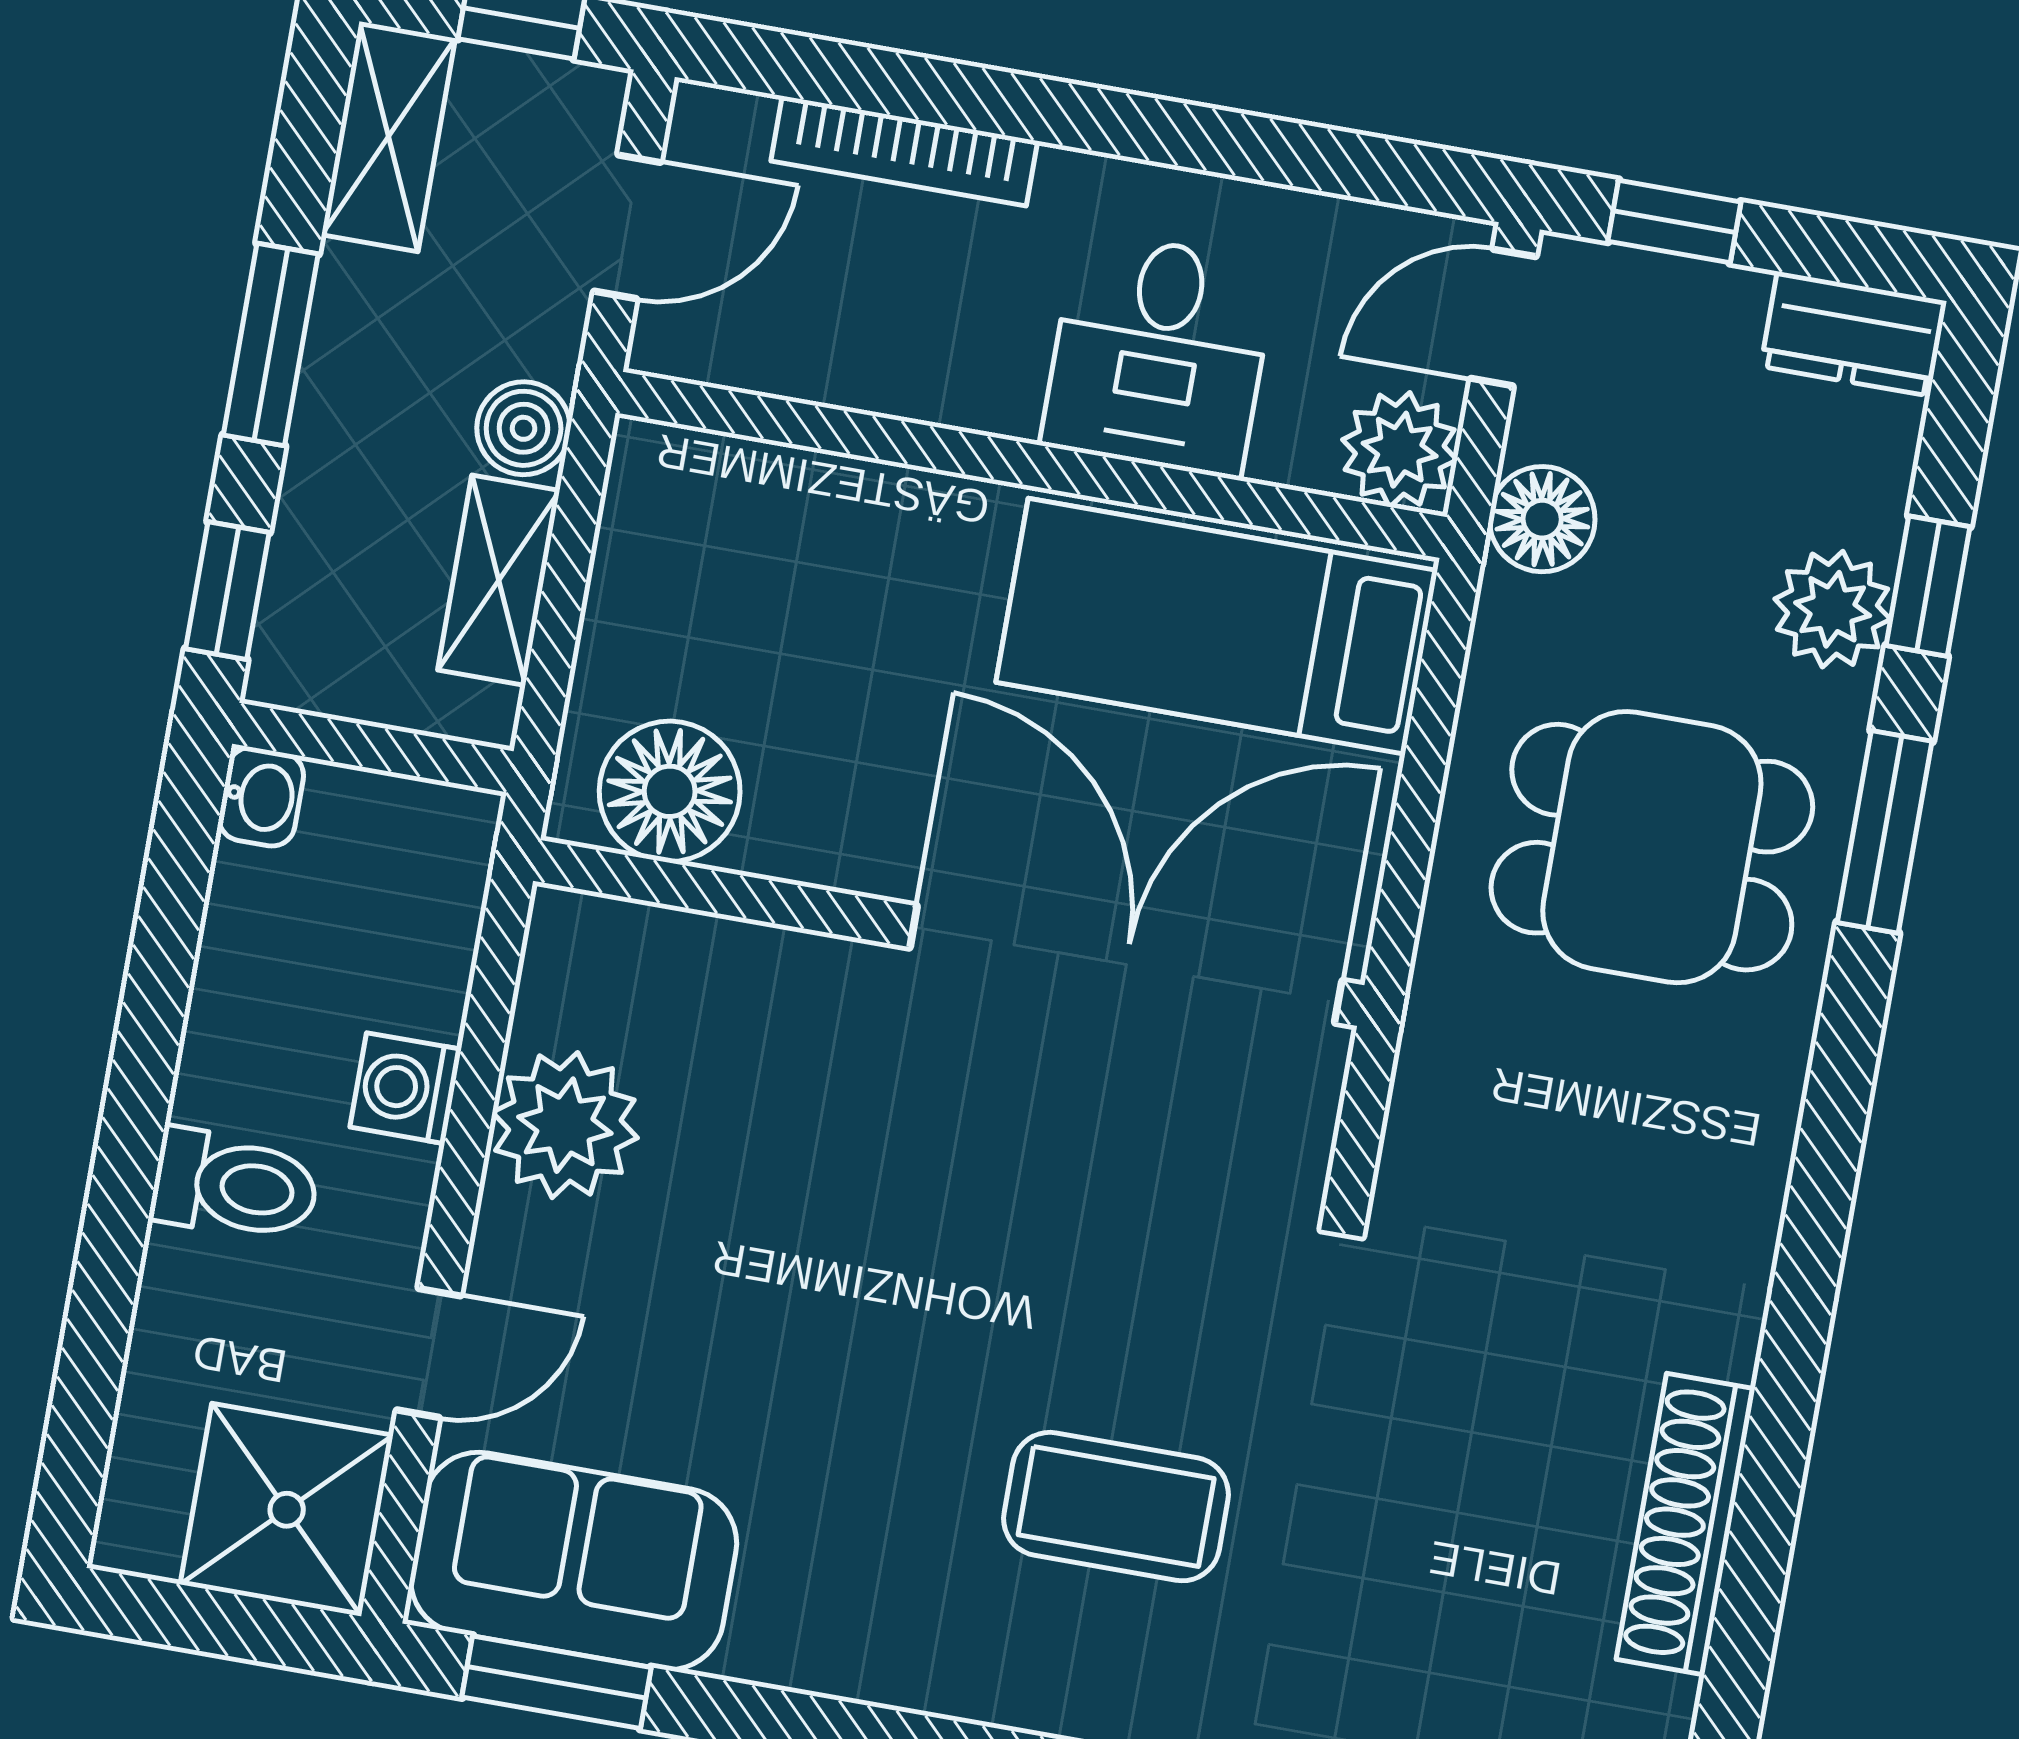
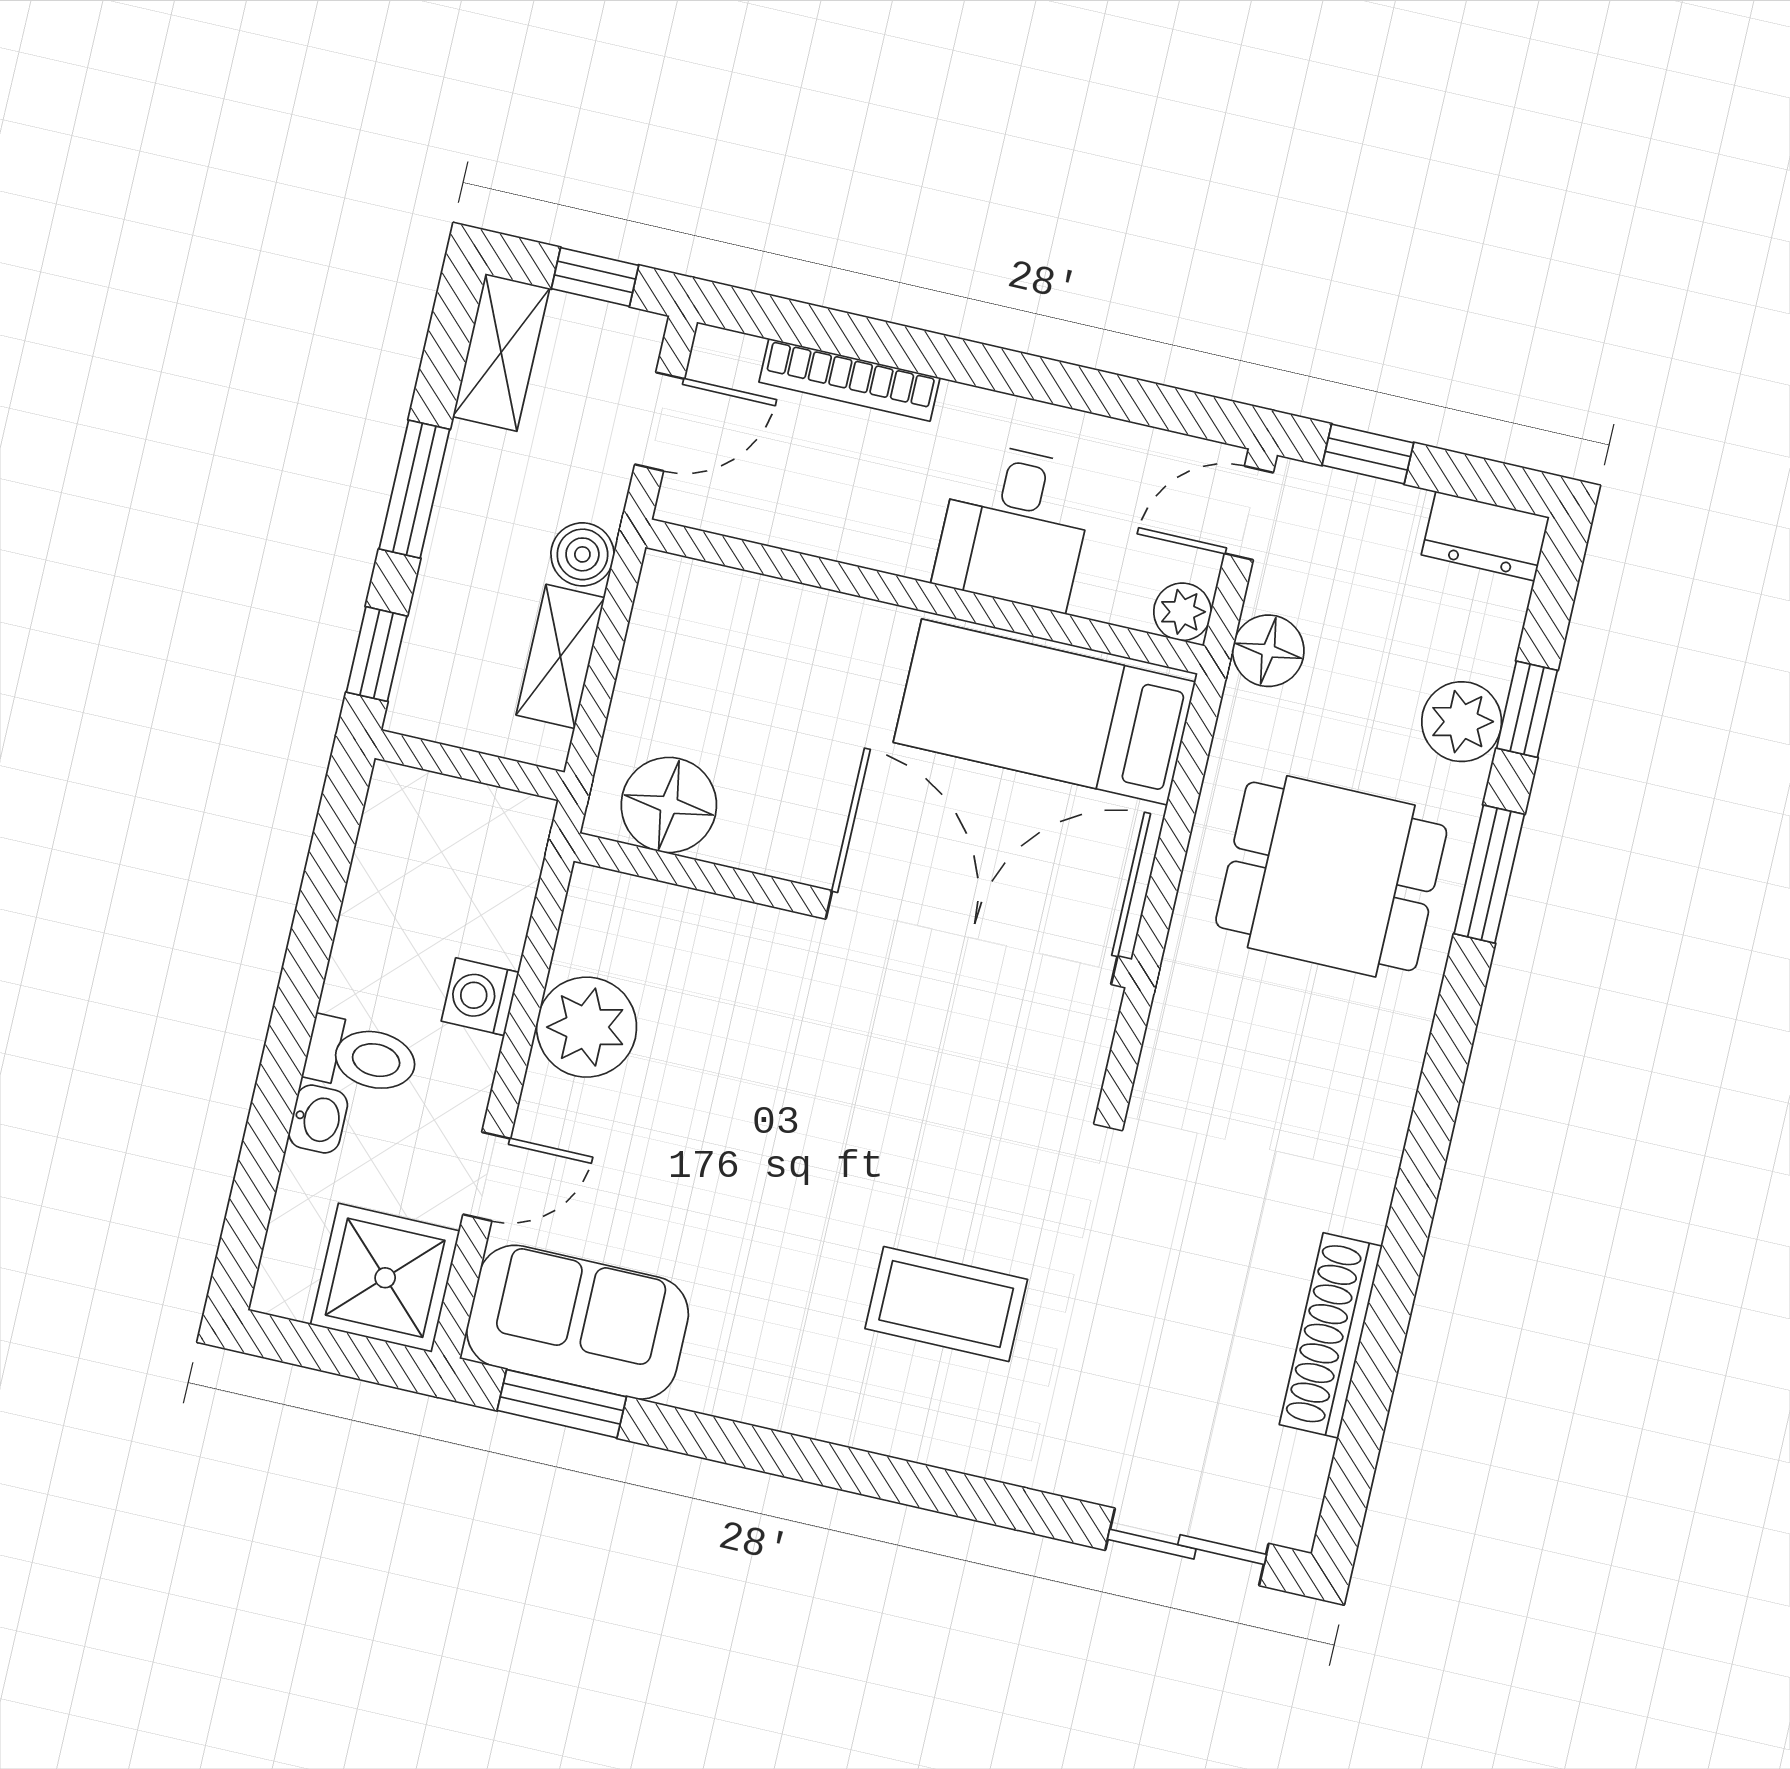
plant: (1400, 450) -> (1182, 612), width x0.73, depth x0.73
washbasin: (261, 797) -> (318, 1119), moved

